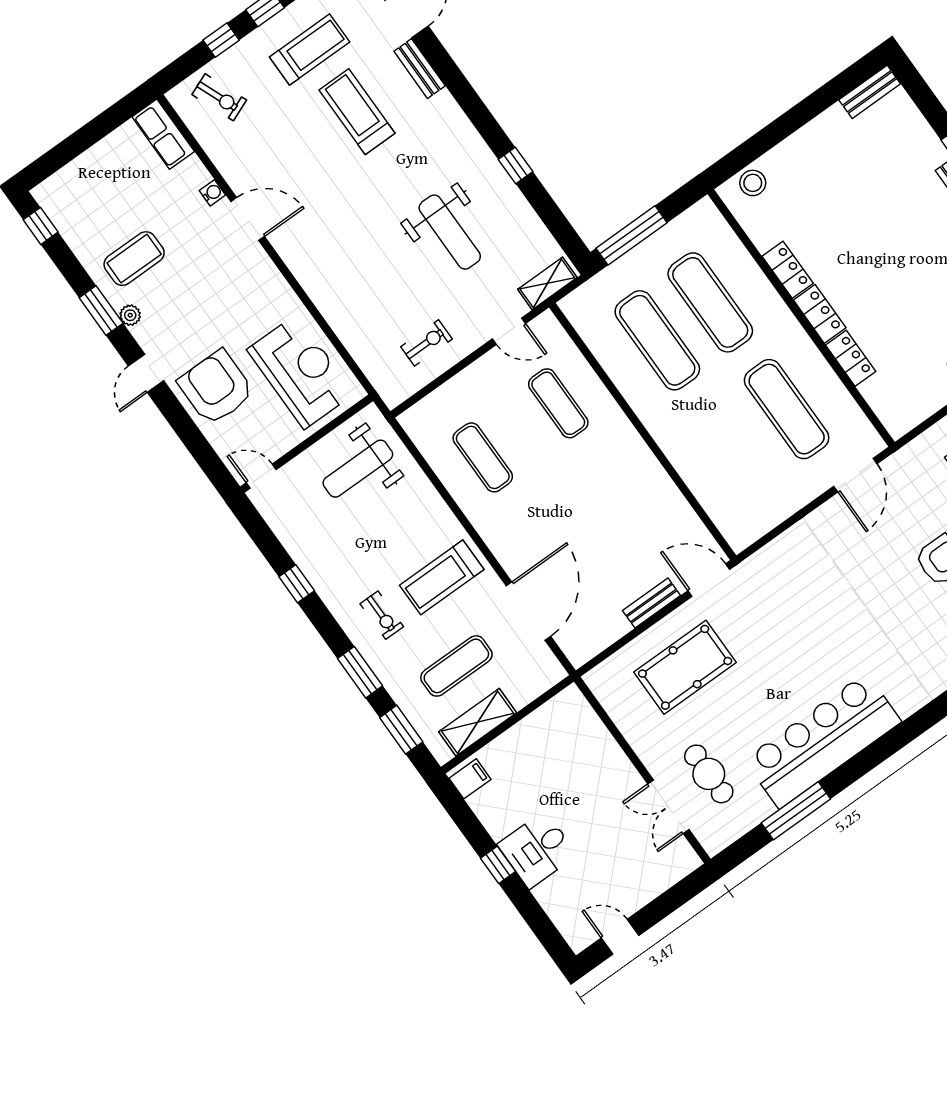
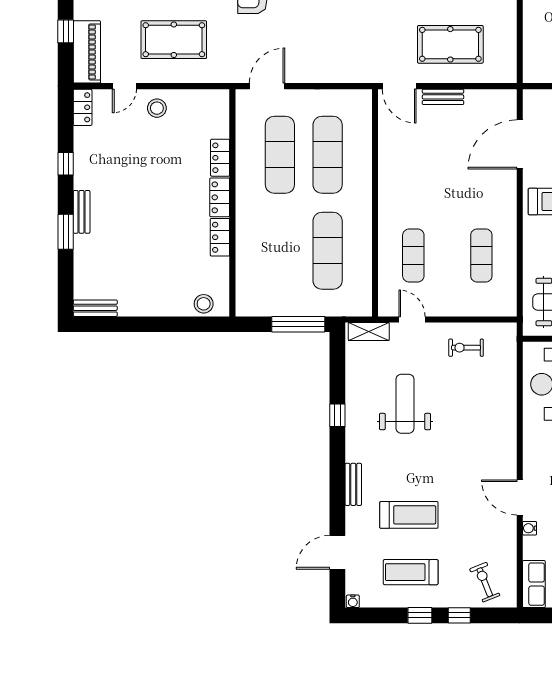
bench: (420, 69) -> (353, 484), moved
treadmill: (357, 112) -> (409, 515), turned -90
exercise mat: (710, 302) -> (328, 155), moved

